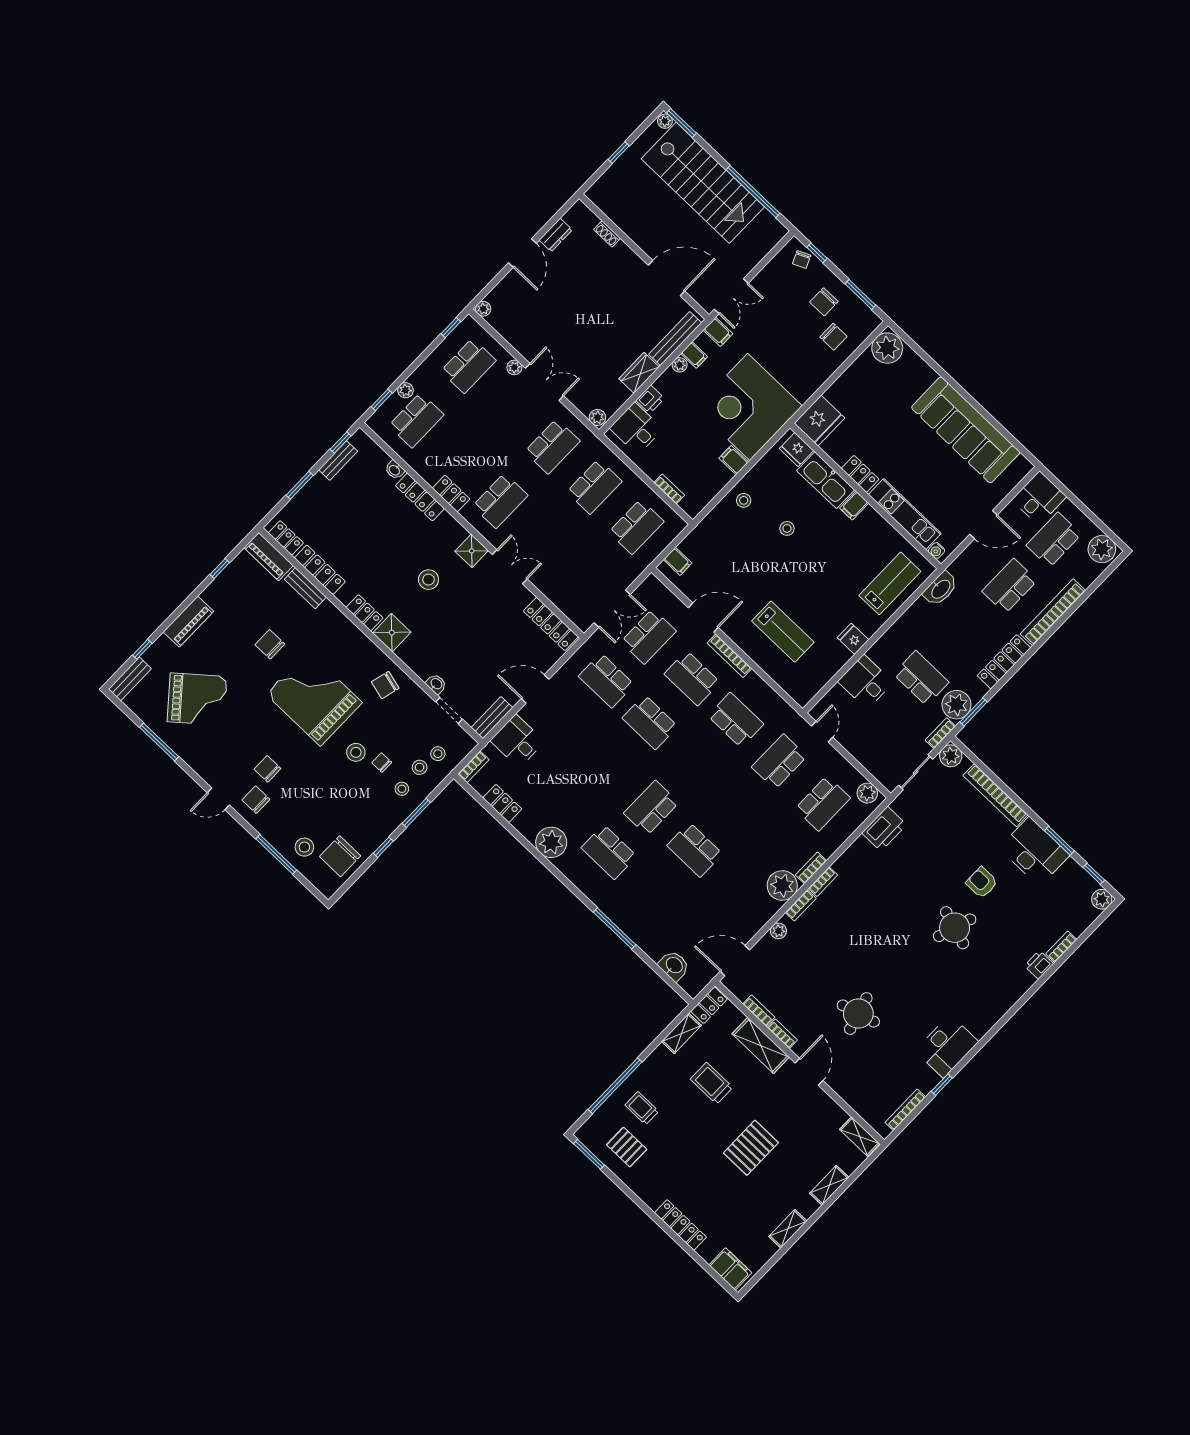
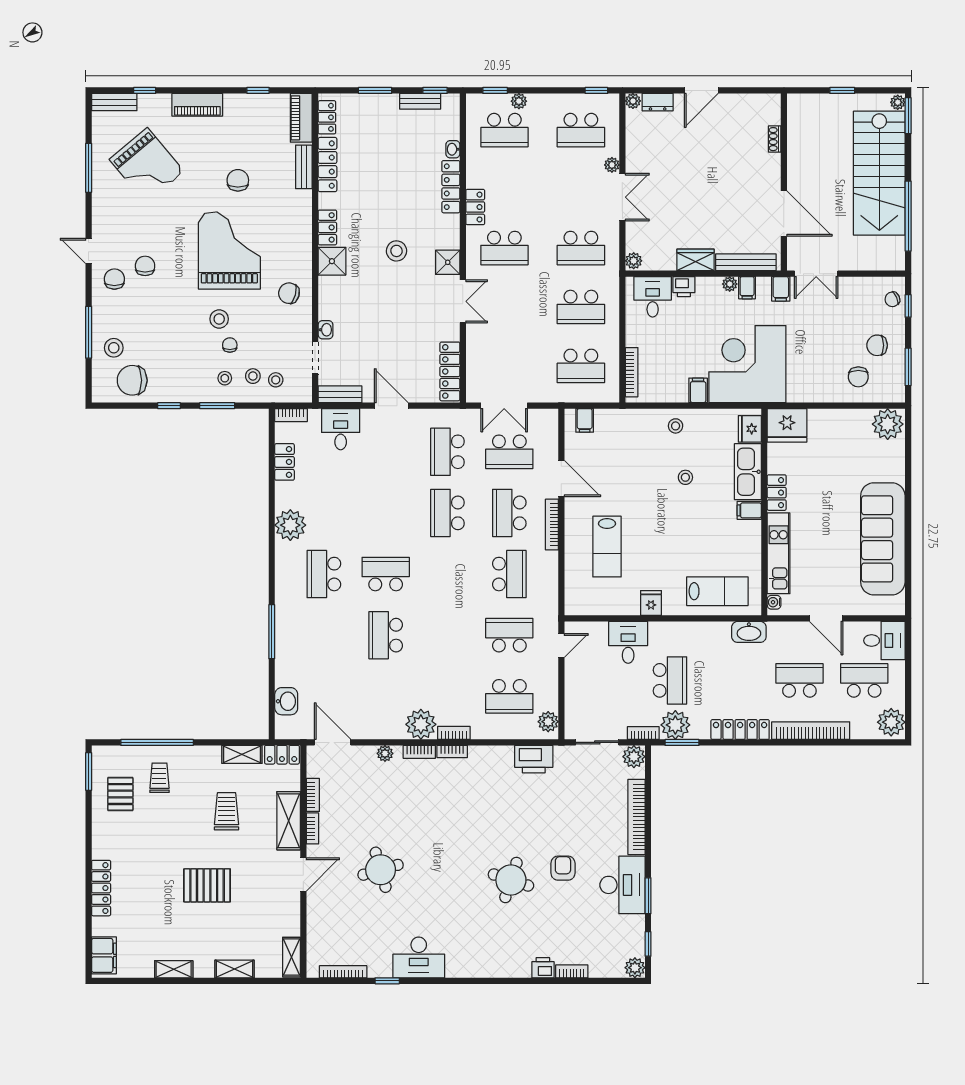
dresser: (556, 235) -> (658, 102), moved
bookcase: (669, 489) -> (632, 372), width x1.56

